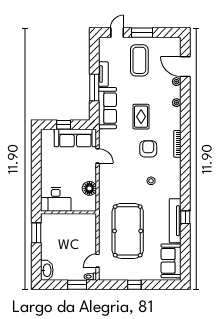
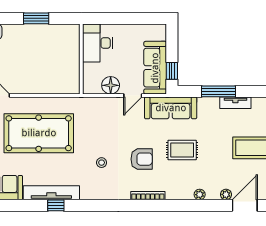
sofa: (107, 108) -> (171, 108), moved
window: (64, 125) -> (172, 71), moved
floor lamp: (89, 188) -> (111, 85), moved
desk: (56, 199) -> (97, 43), moved
wall: (68, 212) -> (81, 59), moved

